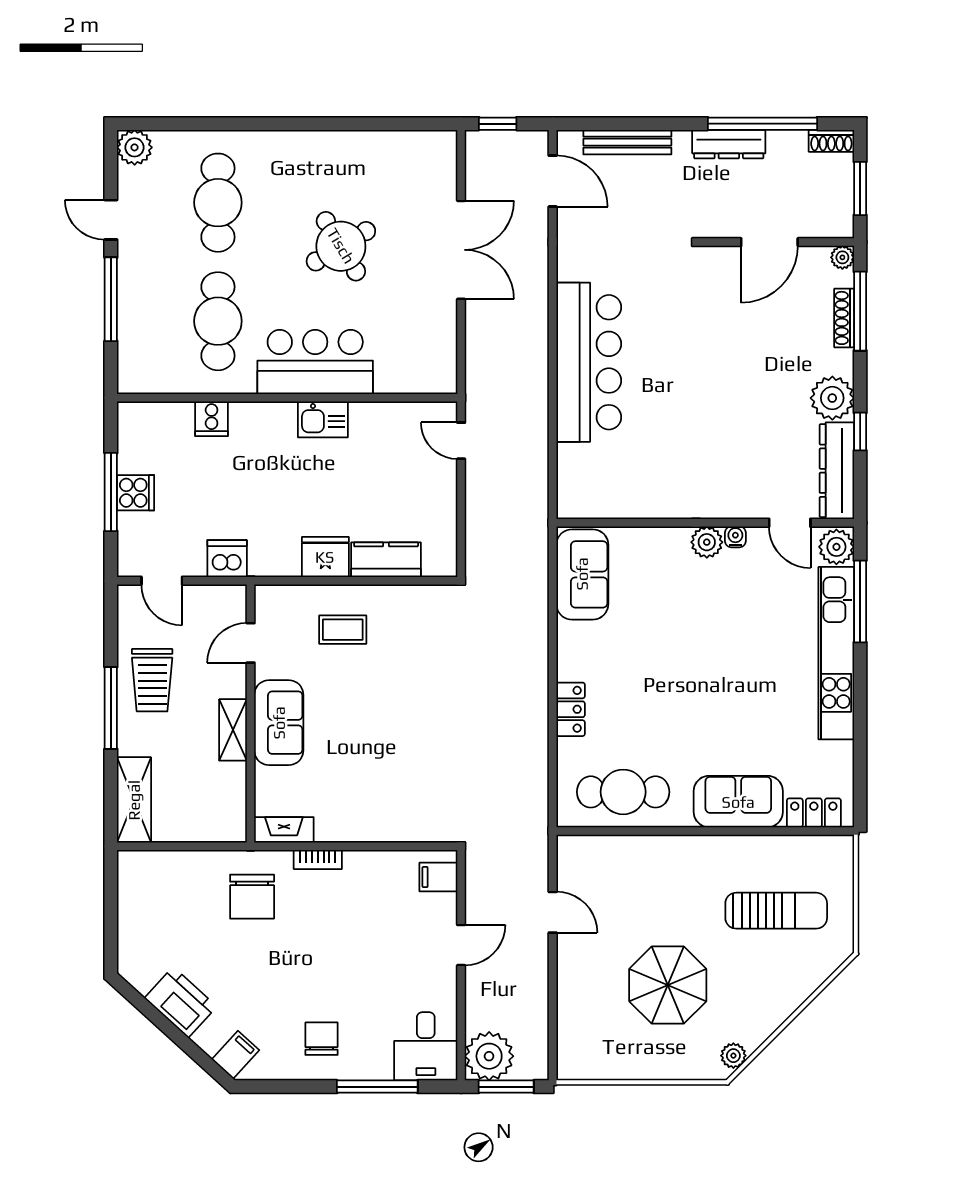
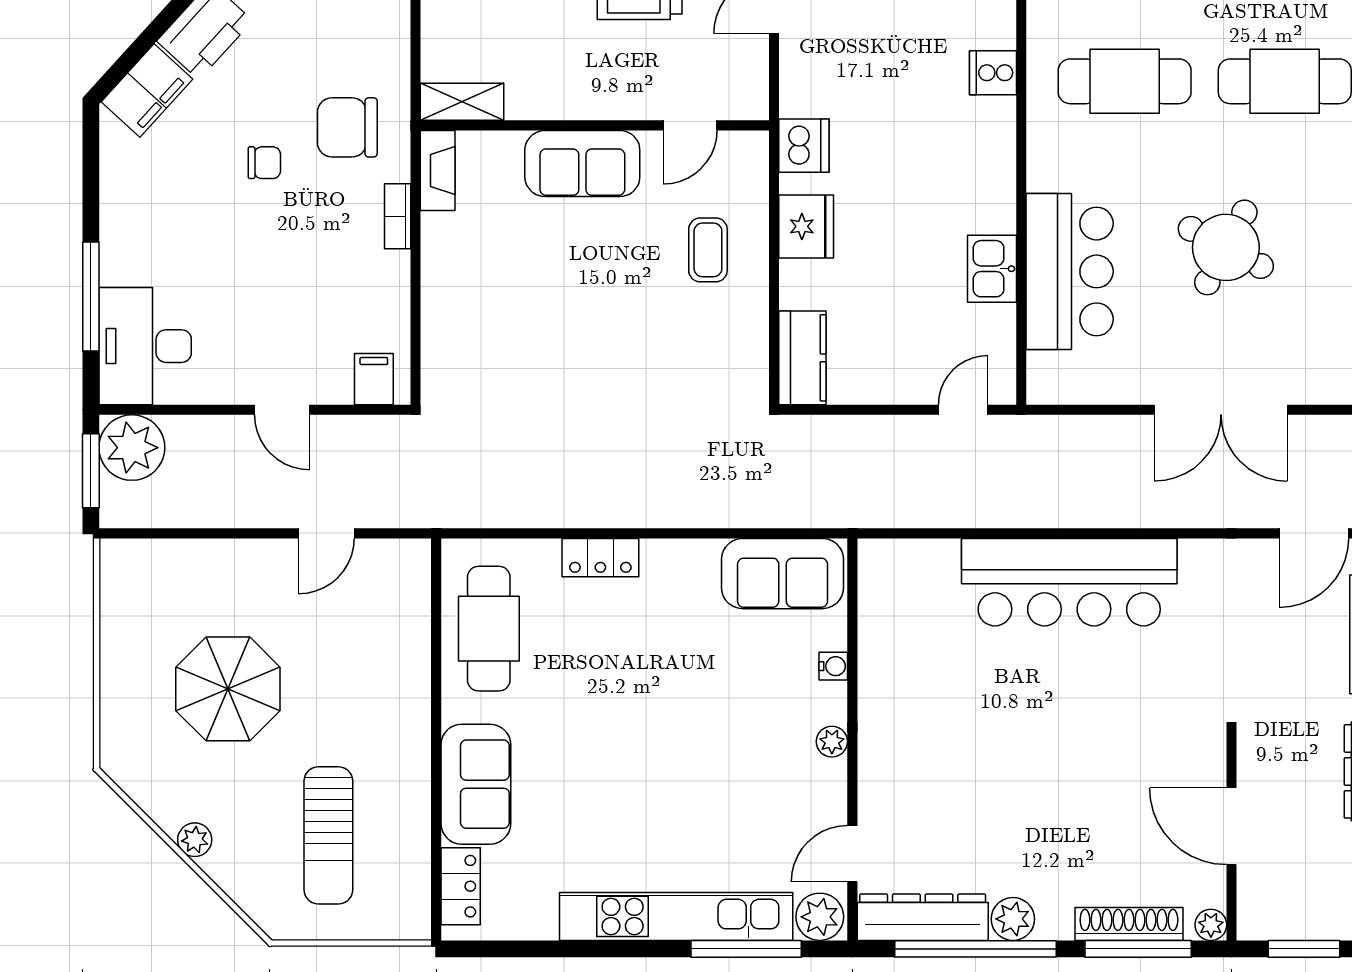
round table: (341, 246) -> (1226, 247), turned -31
shoe rack: (844, 318) -> (1129, 924), width x1.36, depth x1.24
bar counter: (315, 362) -> (1070, 271), moved
plant: (832, 398) -> (1013, 919), width x0.73, depth x0.73
kitchen sink: (323, 419) -> (992, 269), moved
window: (860, 432) -> (976, 949), width x3.17
water cooler: (735, 537) -> (833, 666), moved
plant: (707, 542) -> (832, 742), width x0.73, depth x0.73
dishwasher: (227, 559) -> (804, 146), moved
kitchen counter: (386, 560) -> (802, 358), moved
door: (251, 643) -> (690, 125), swing flipped
shelving: (233, 730) -> (462, 102), moved
chair: (322, 1039) -> (264, 163), moved, width x0.73, depth x0.73
desk: (426, 1046) -> (145, 346), width x1.37
filing cabinet: (236, 1055) -> (147, 90), width x2.00
plant: (733, 1056) -> (195, 840), moved

